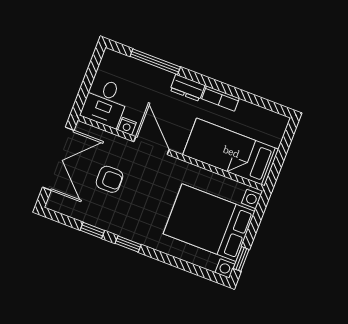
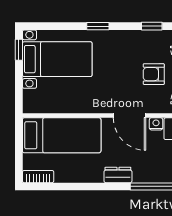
bookcase: (221, 99) -> (38, 177), moved
bed with nightstands: (209, 223) -> (57, 59), width x0.73
window: (128, 244) -> (98, 26), moved

